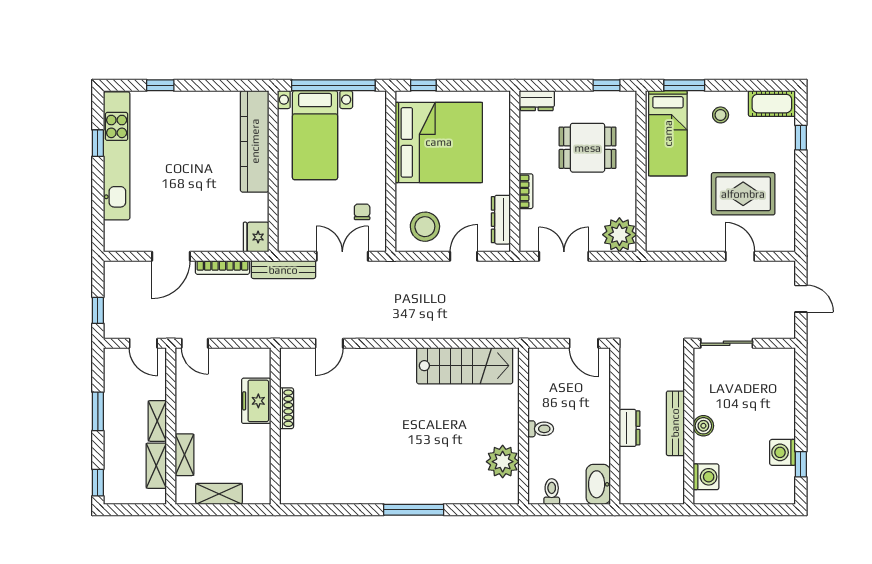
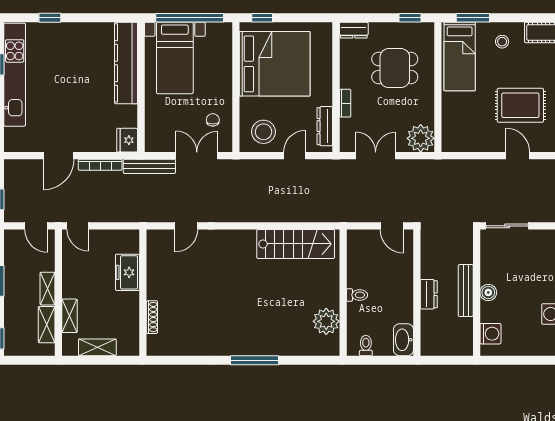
shoe rack: (287, 408) -> (152, 317), moved

